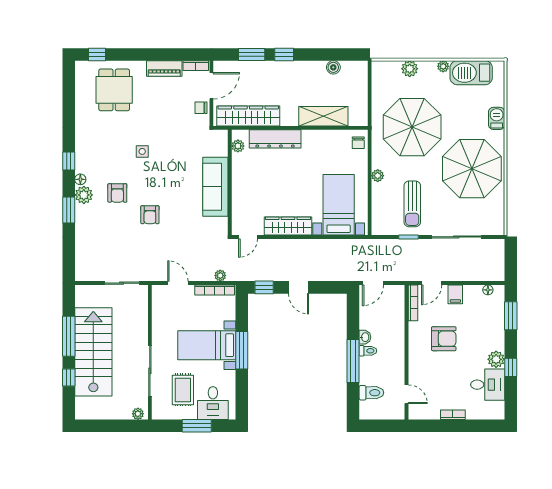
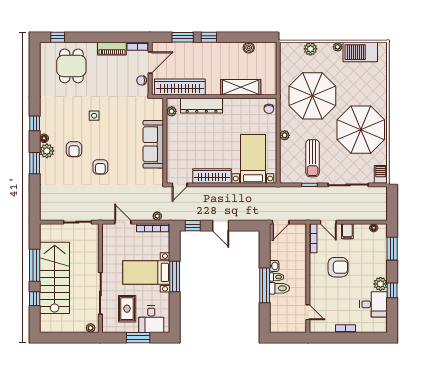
barbecue: (497, 118) -> (381, 174), moved
door: (432, 283) -> (328, 222), hinge flipped
toilet: (371, 393) -> (280, 288), moved

